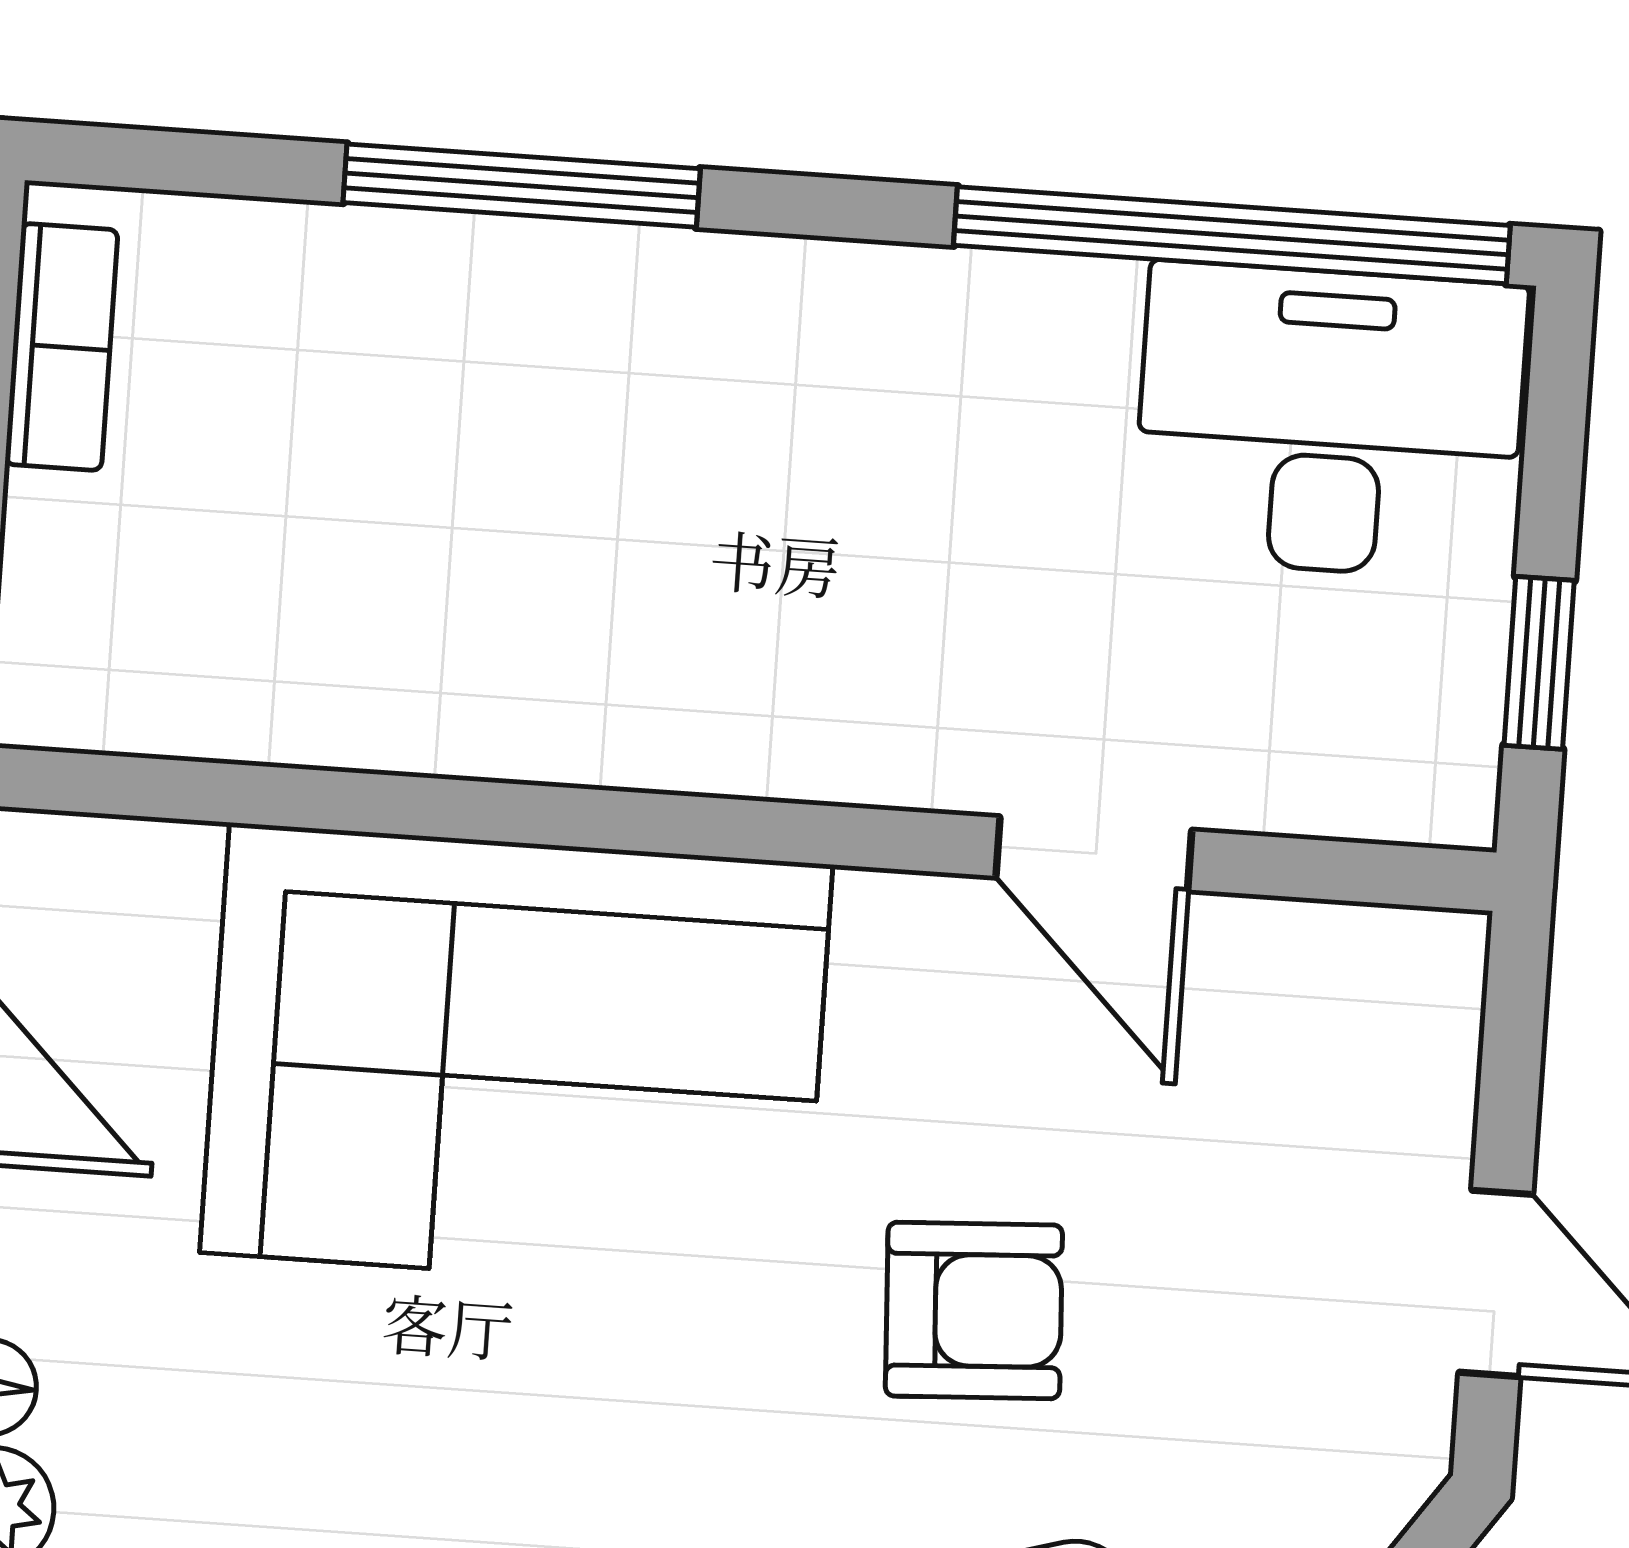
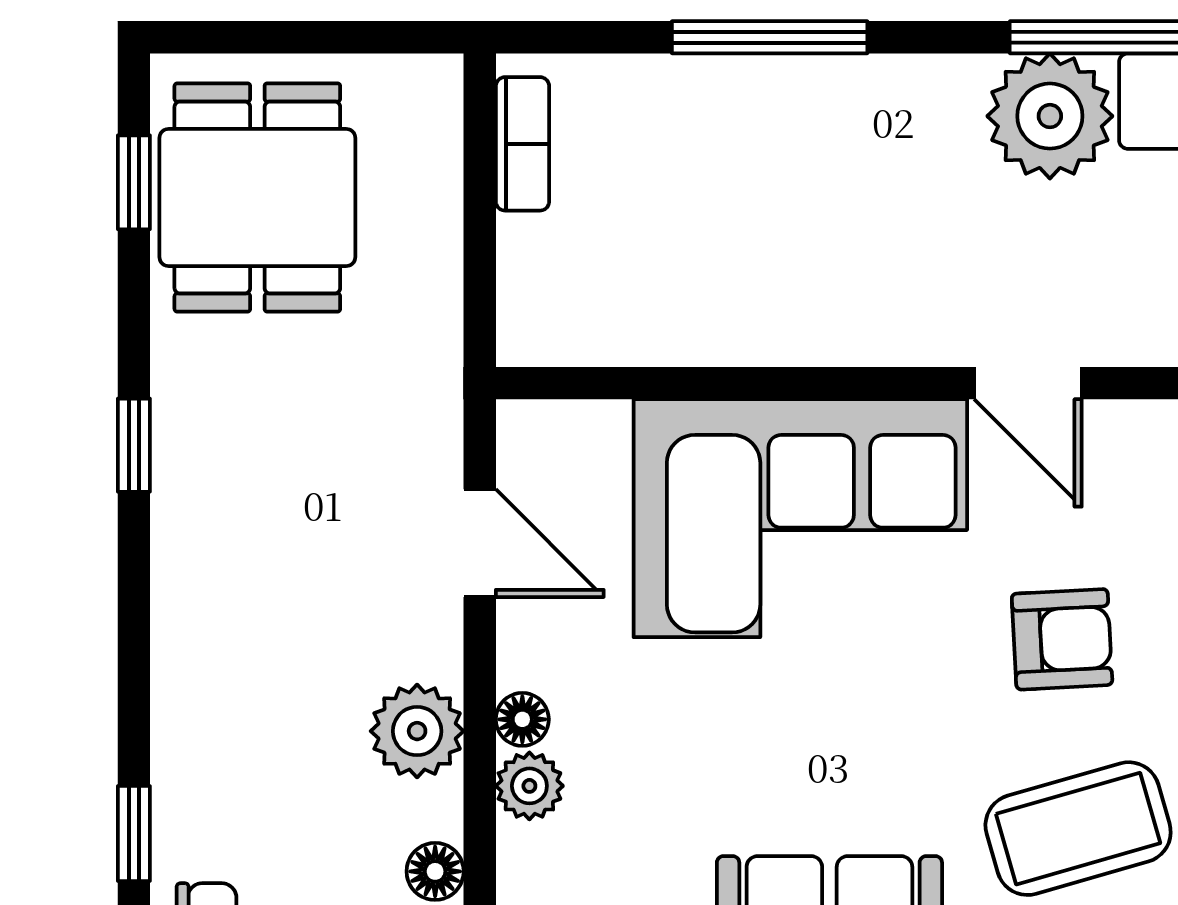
plant: (1018, 363) -> (1050, 116), added
door: (1094, 854) -> (1028, 383), moved

